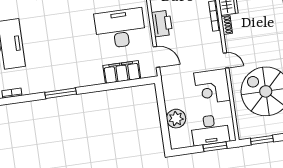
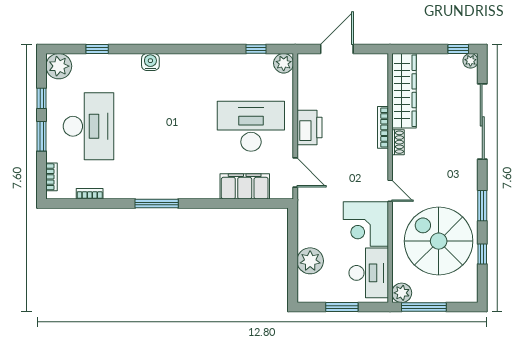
desk: (210, 130) -> (369, 273), moved, turned -90
plant: (245, 132) -> (402, 293), added
window: (262, 140) -> (424, 307), width x1.44
window: (215, 147) -> (342, 307), moved

